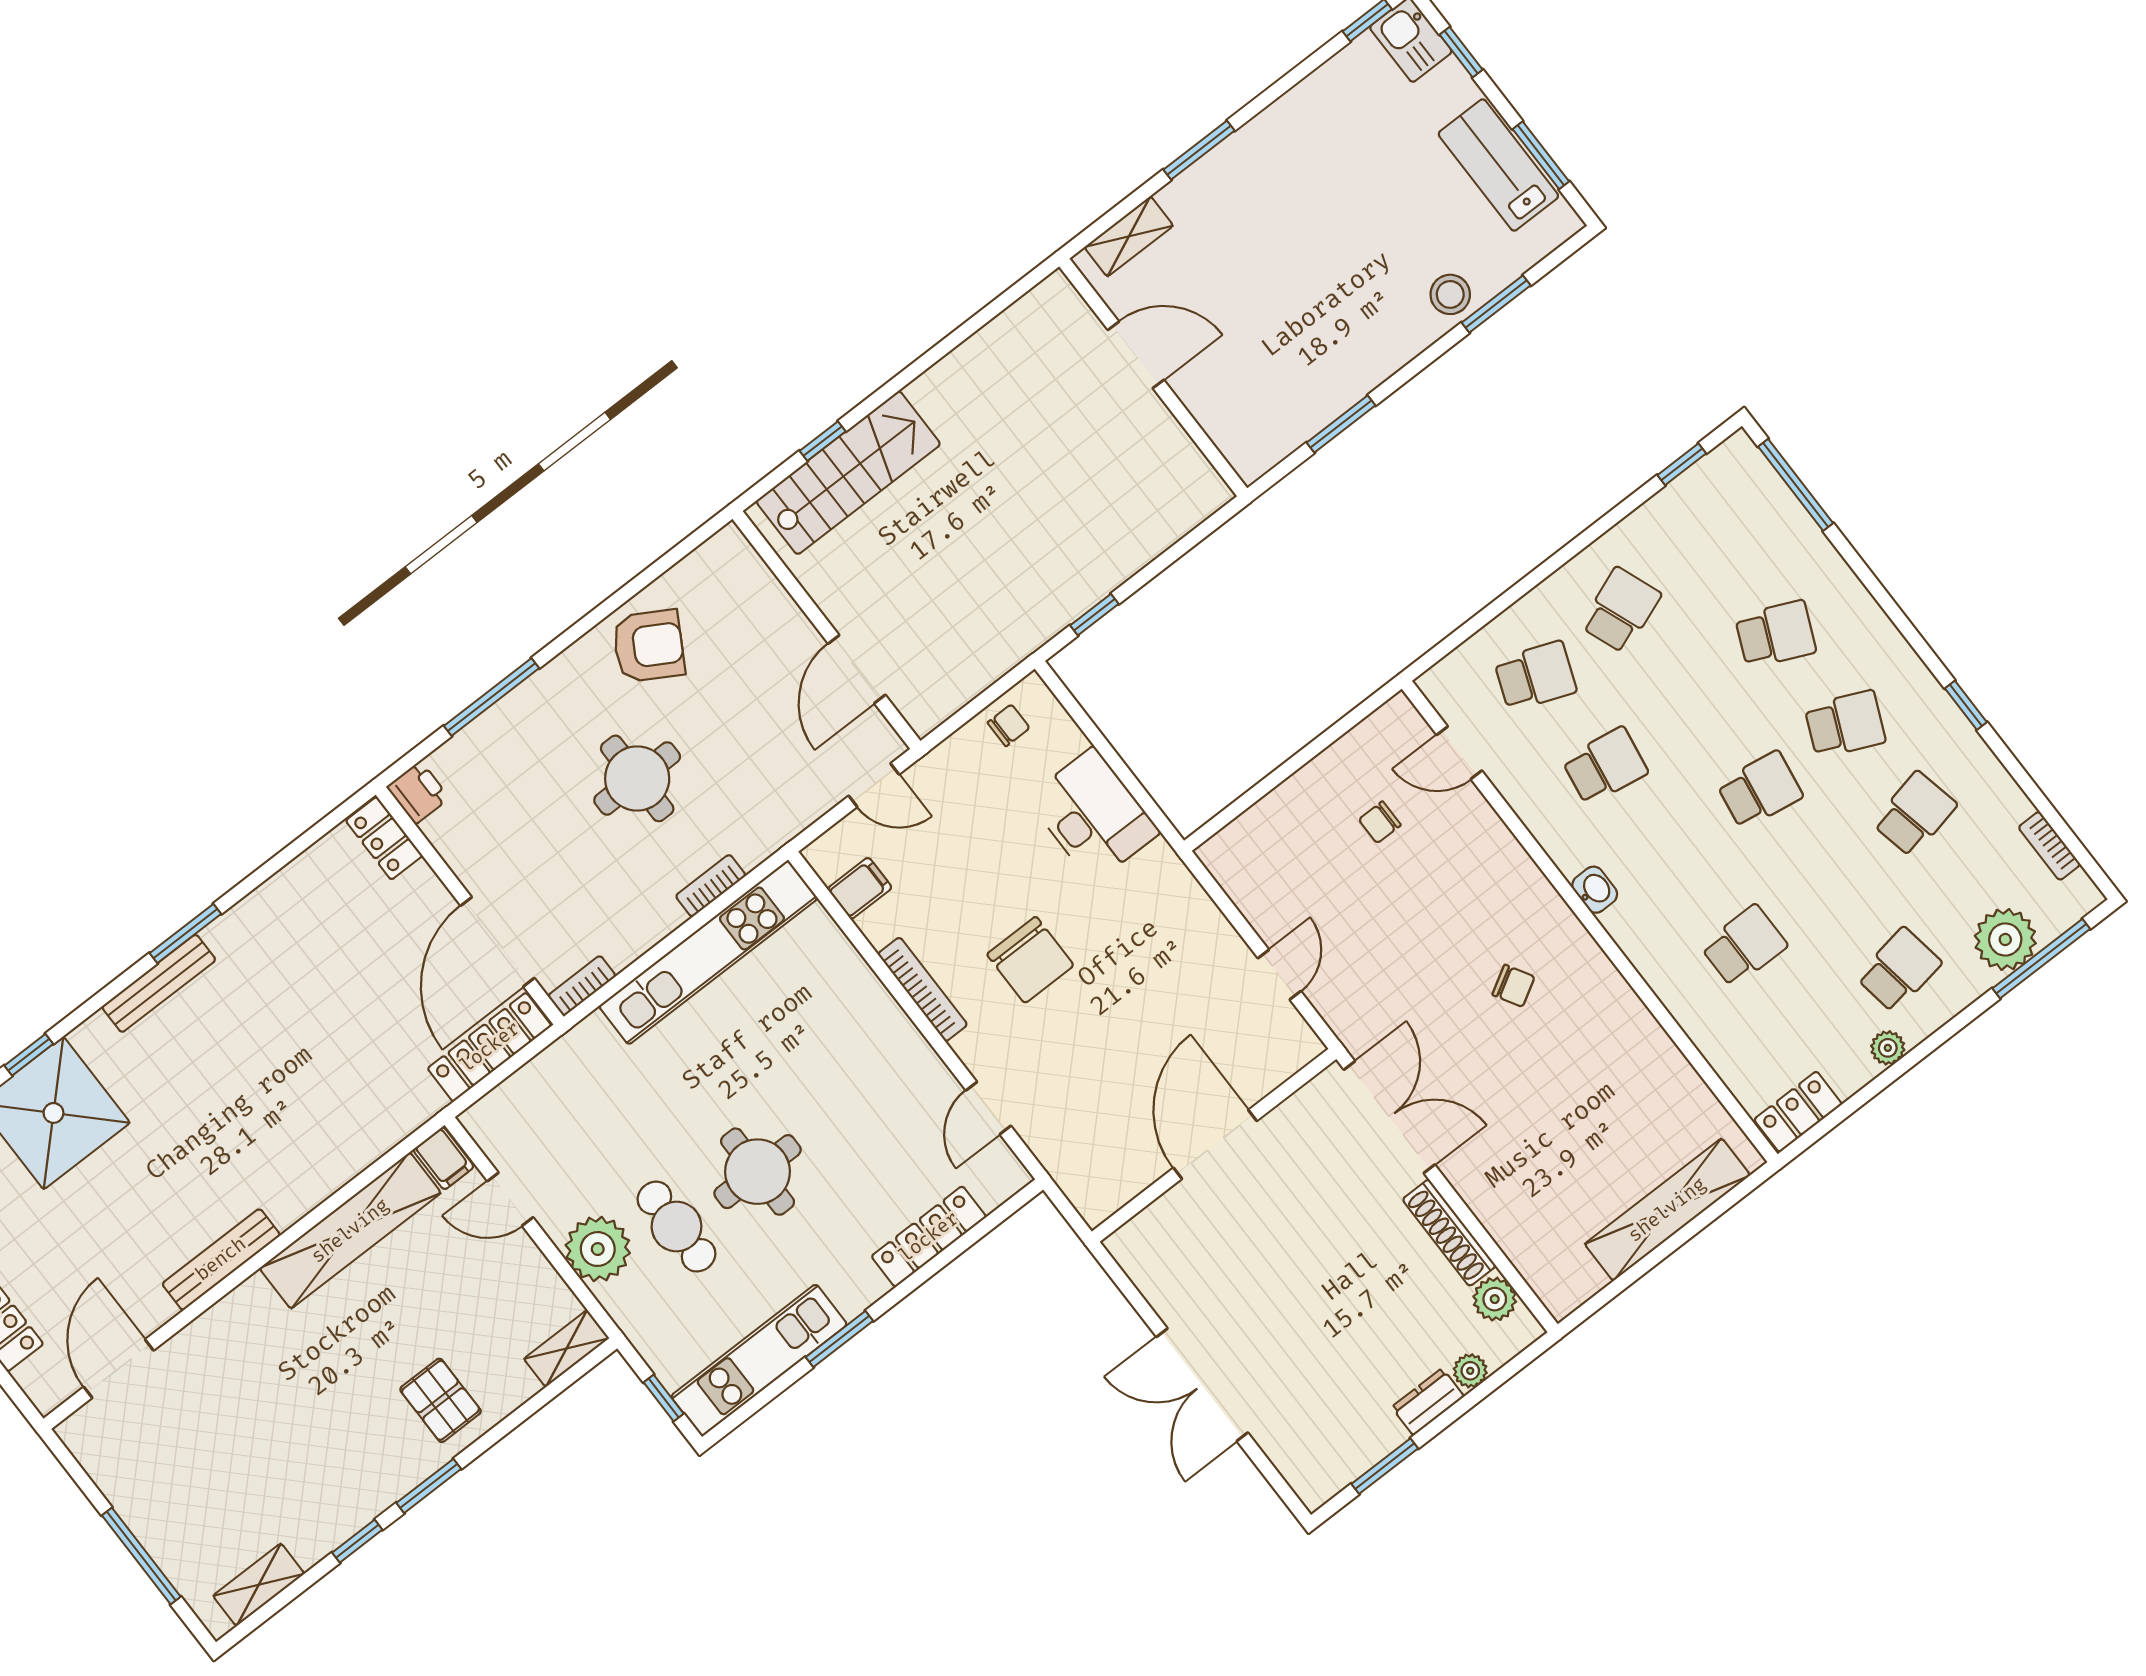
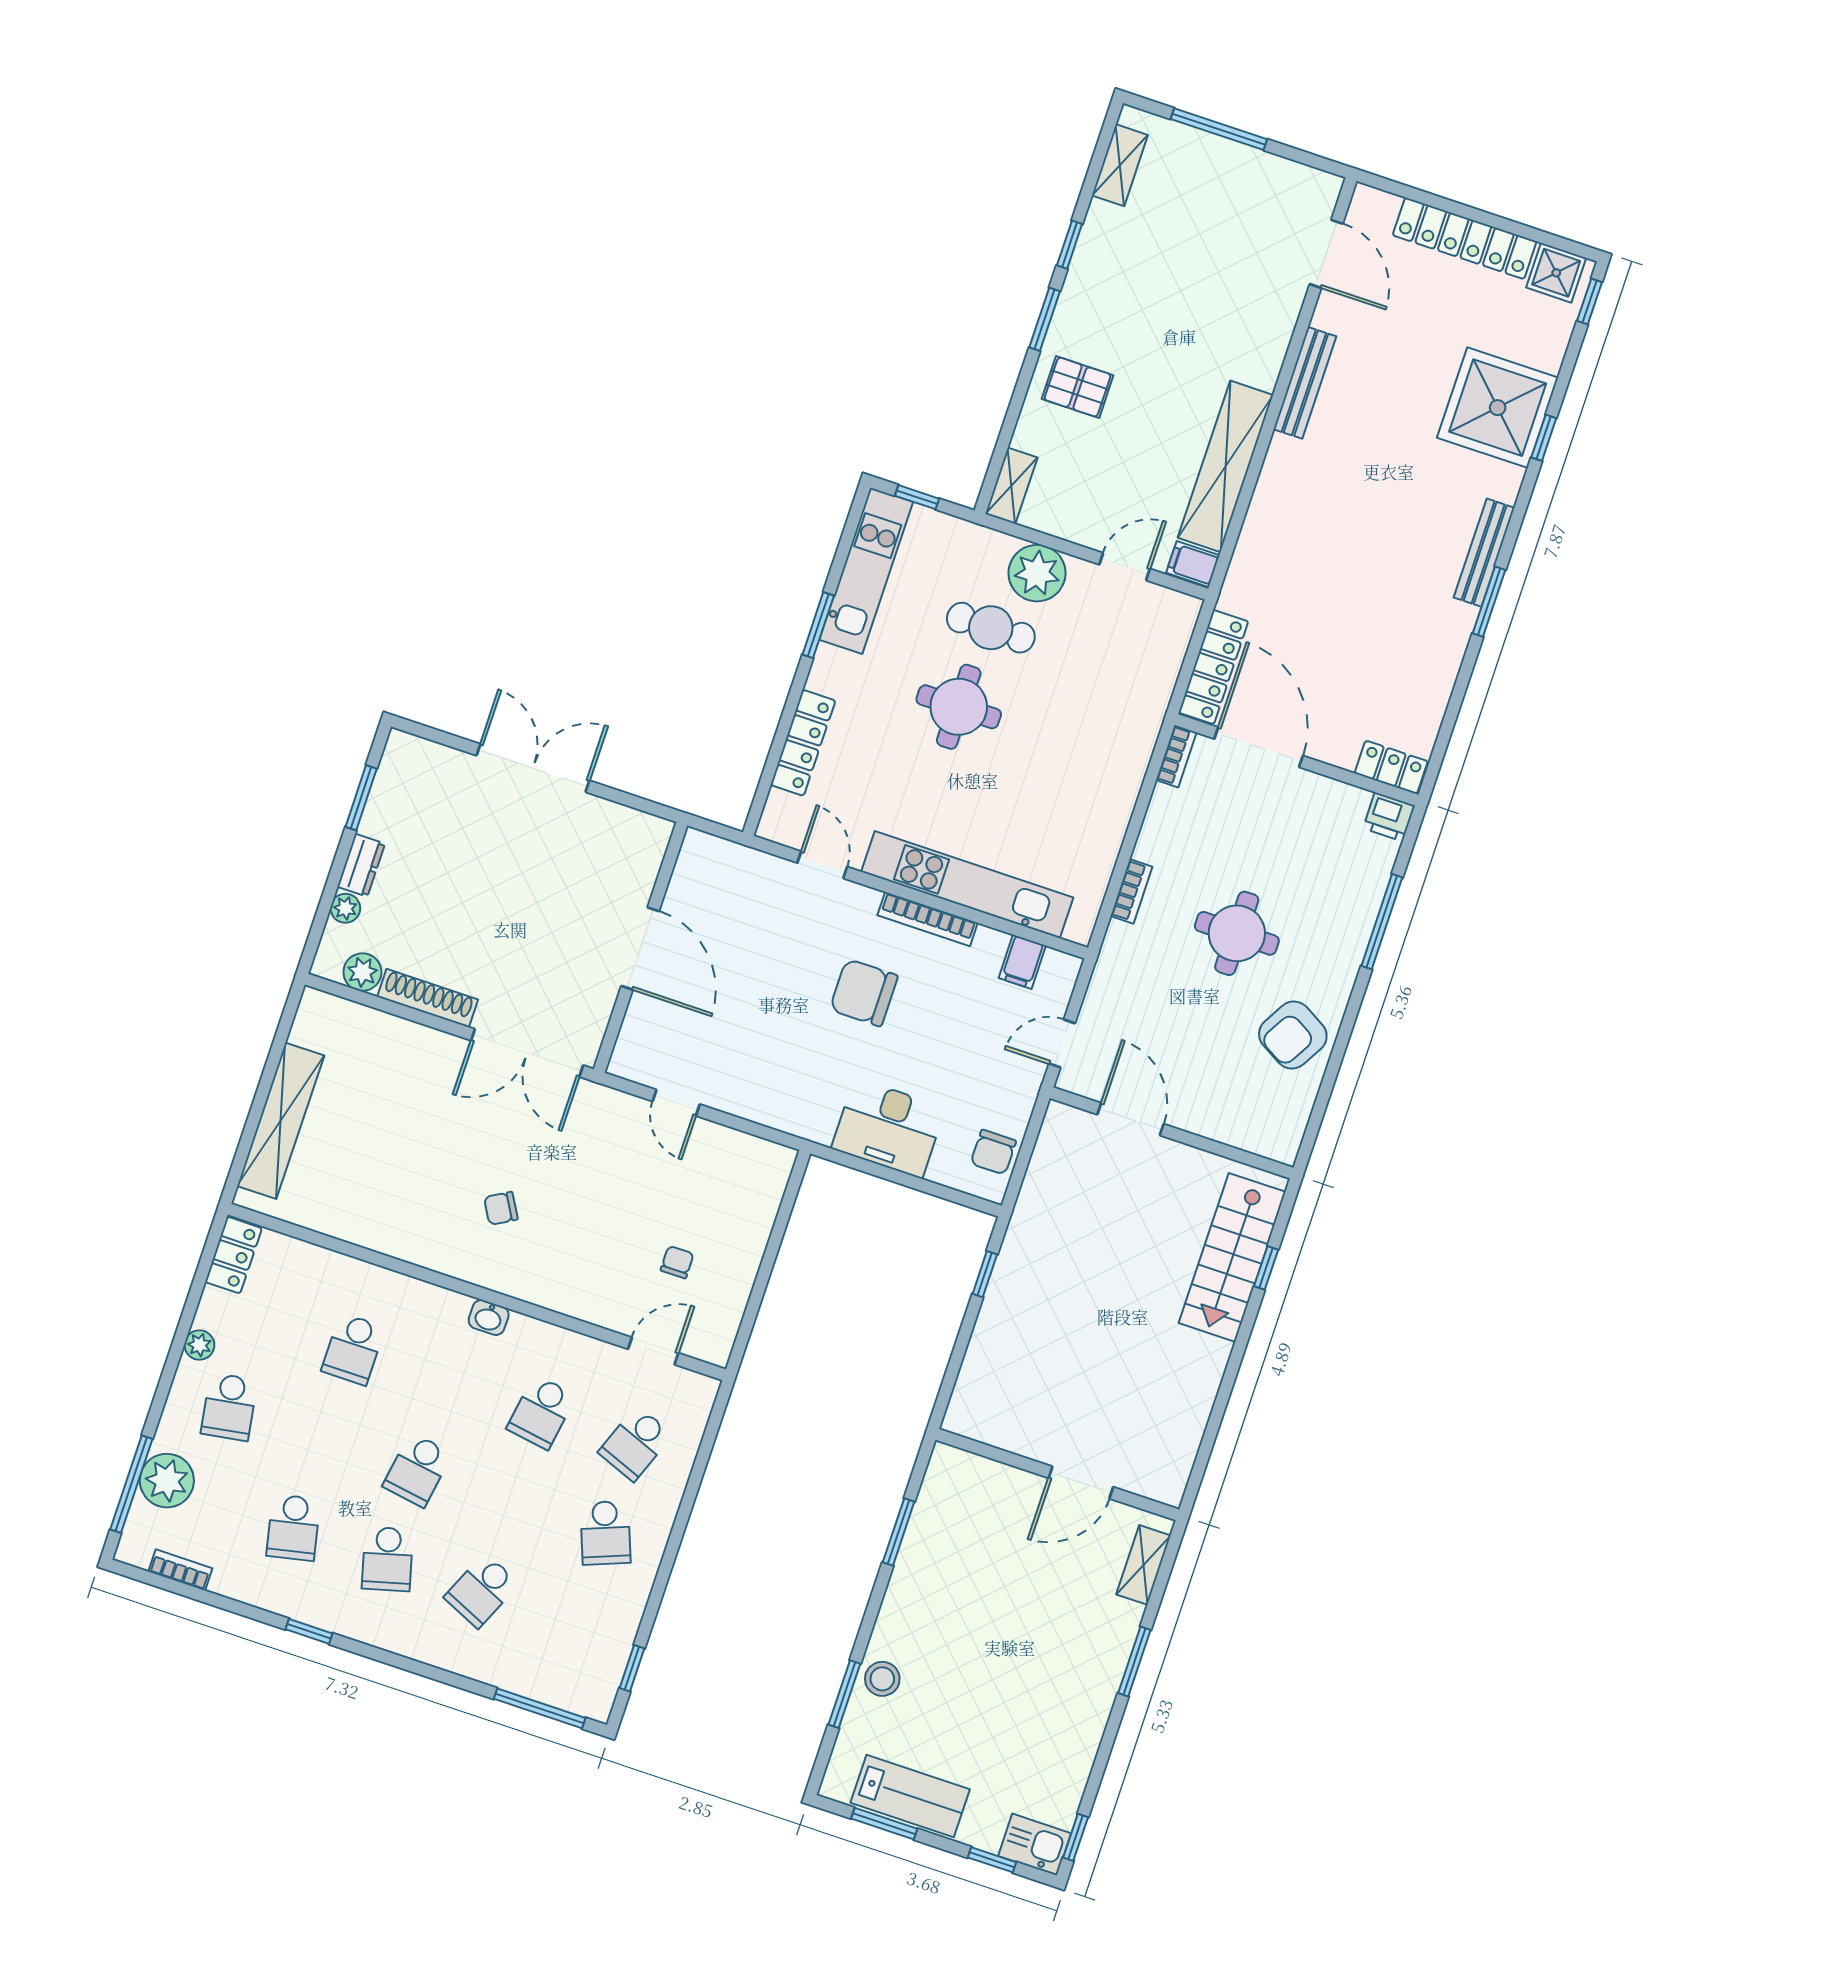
school desk: (1845, 724) -> (387, 1559), turned -39
chair: (1009, 725) -> (993, 1152), width x1.37, depth x1.37
kitchen unit: (708, 952) -> (967, 885), moved, turned 90

